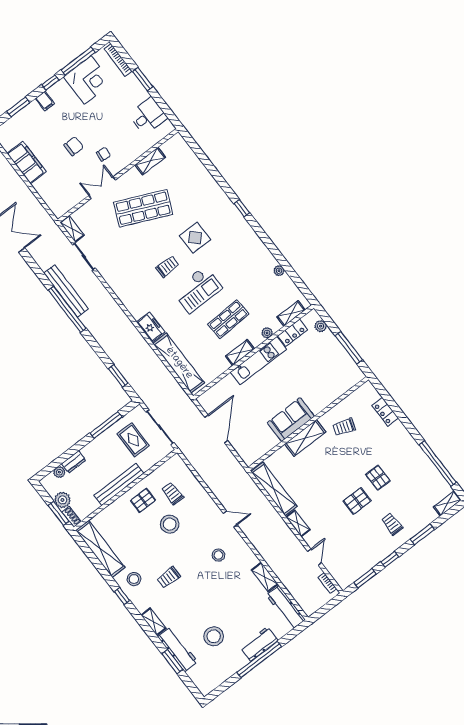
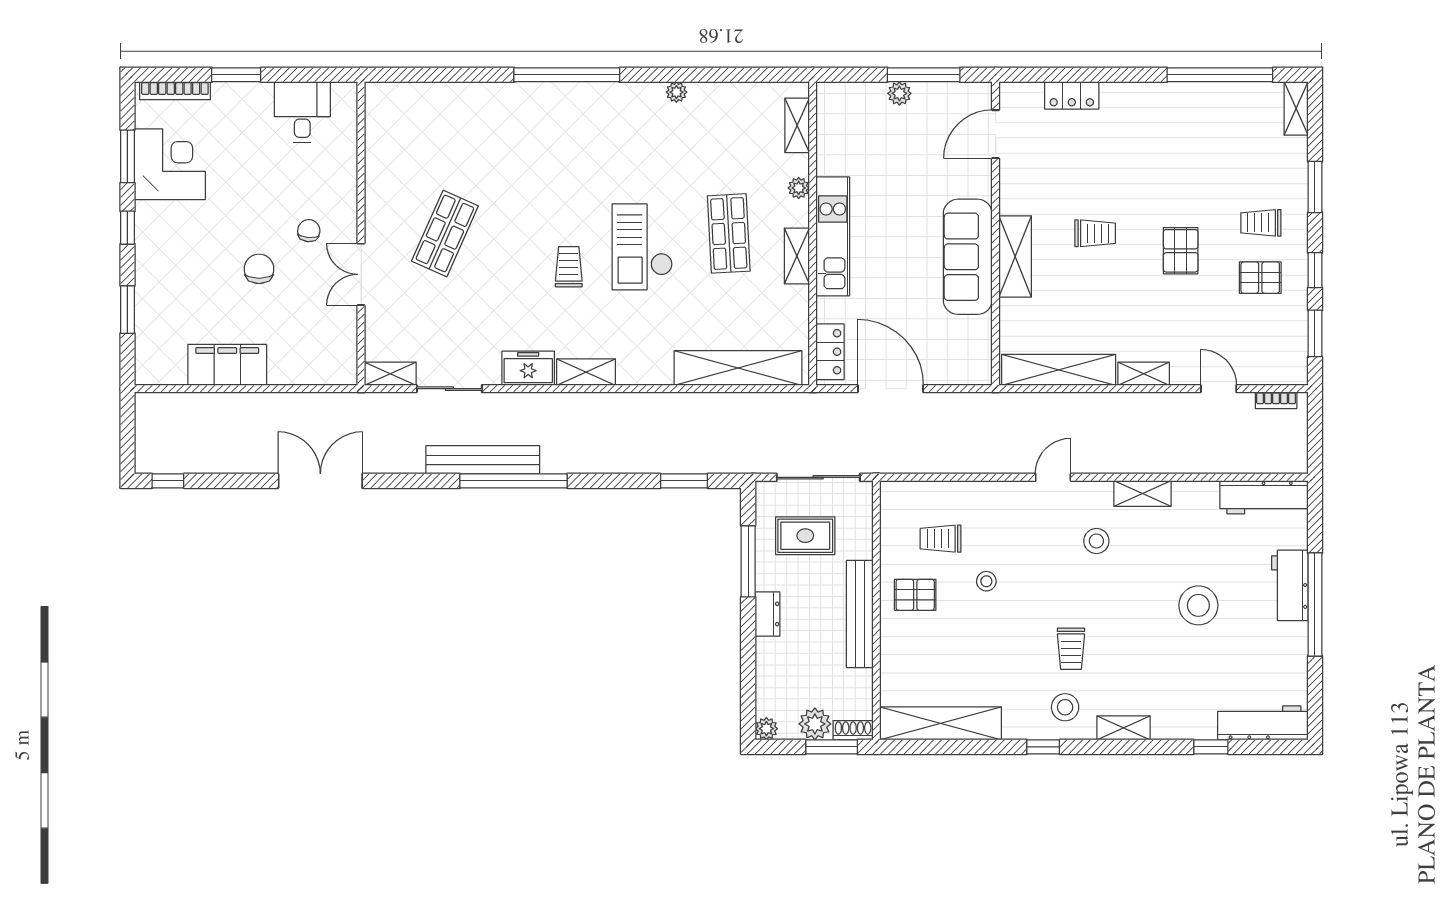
window: (78, 61) -> (127, 156), width x0.69
filing cabinet: (45, 101) -> (151, 259), removed
shelving: (150, 161) -> (586, 372), moved, turned 90
shop shelf: (143, 208) -> (445, 233), width x0.70, depth x0.74
window: (242, 208) -> (567, 75), width x3.17
display table: (195, 238) -> (556, 186), removed
plant: (279, 271) -> (676, 92), moved
checkout: (197, 289) -> (642, 247), turned 180
plant: (321, 326) -> (899, 93), moved
freezer: (151, 327) -> (528, 368), moved
locker: (293, 333) -> (830, 352), moved
door: (347, 394) -> (996, 134), added
sofa: (291, 420) -> (968, 257), width x1.36
trolley: (344, 427) -> (1095, 233), moved, turned -109
dresser: (74, 462) -> (767, 614), moved
plant: (59, 472) -> (766, 729), moved
pallet: (378, 478) -> (1260, 278), moved
pallet: (143, 500) -> (915, 595), turned 90
stool: (170, 524) -> (986, 581), width x0.53, depth x0.53
shelving: (265, 577) -> (1142, 494), moved
stool: (134, 579) -> (1065, 707), moved
stool: (214, 636) -> (1198, 605), moved
workbench: (178, 649) -> (1263, 723), moved
window: (172, 662) -> (1211, 747), width x0.67

